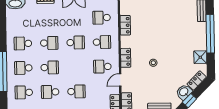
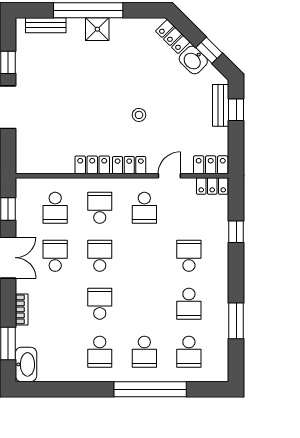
locker: (125, 25) -> (92, 165), moved
shower: (200, 57) -> (97, 29), moved
school desk: (50, 67) -> (55, 256), moved
door: (120, 80) -> (169, 176), swing flipped

